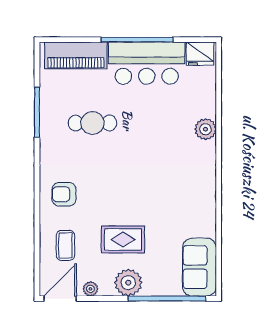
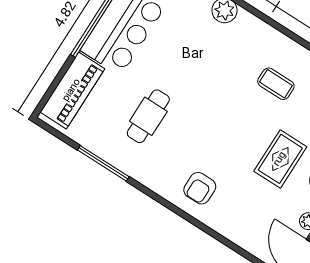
coffee table: (65, 245) -> (276, 84), moved

